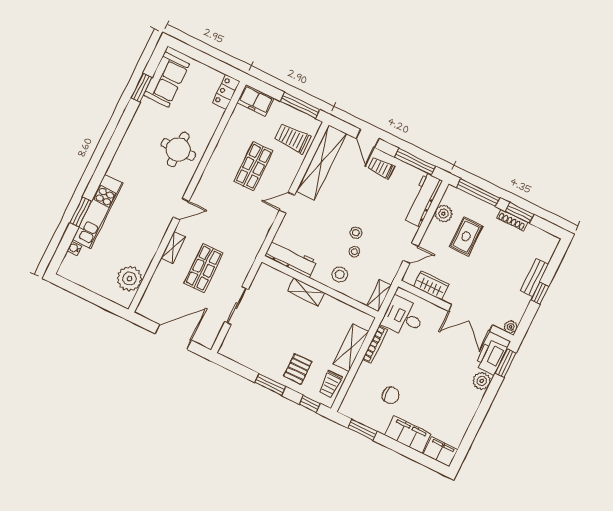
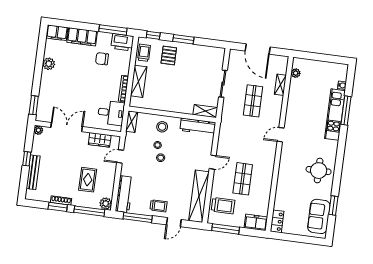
door: (368, 139) -> (174, 222), swing flipped
round table: (178, 149) -> (319, 171), moved
window: (81, 212) -> (346, 110), width x1.44
plant: (443, 214) -> (106, 204), moved
shelving: (173, 247) -> (280, 85), moved
bench: (534, 278) -> (33, 172), width x1.36
plant: (130, 279) -> (296, 73), width x0.53, depth x0.53
shelving: (306, 292) -> (205, 111), moved
door: (173, 337) -> (258, 49), hinge flipped
printer: (491, 357) -> (122, 42), moved, turned 90
plant: (482, 381) -> (49, 64), moved
window: (362, 430) -> (113, 30), width x1.44

